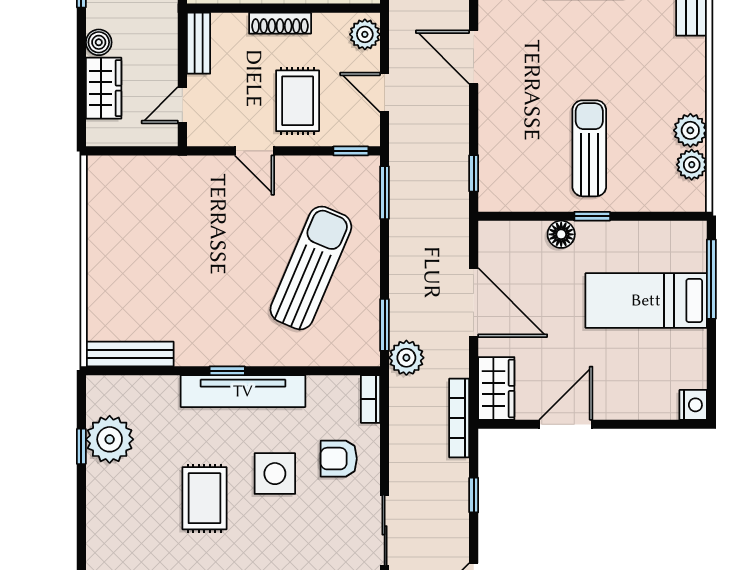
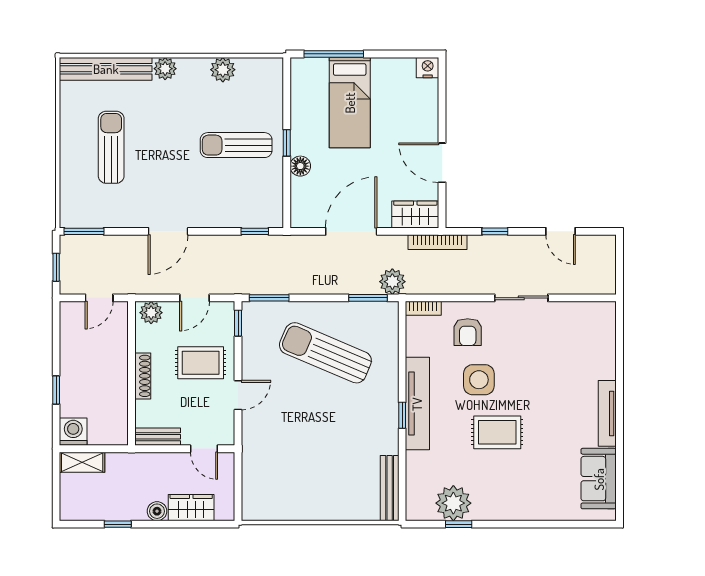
plant: (692, 165) -> (165, 69), moved

